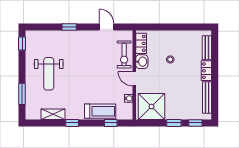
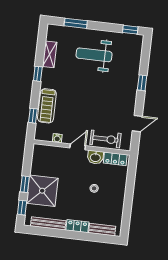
exercise bike: (124, 54) -> (105, 139), turned 180
shower: (152, 106) -> (42, 191), moved

